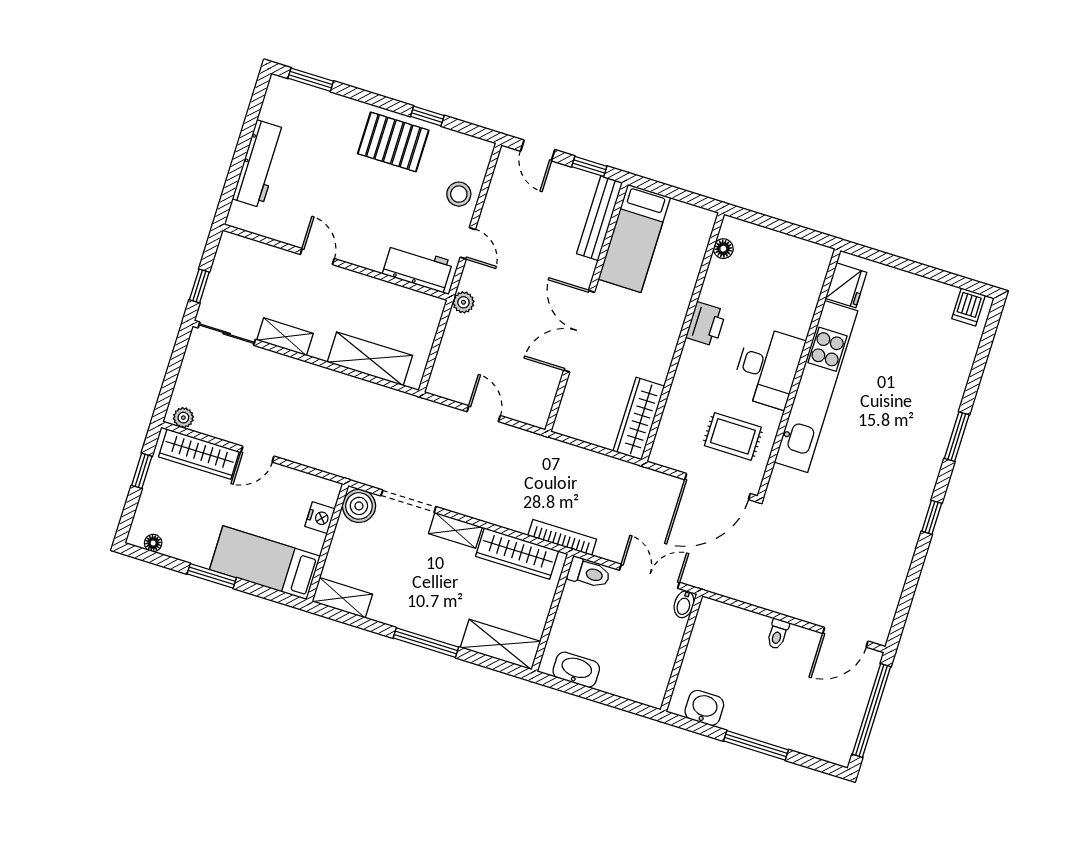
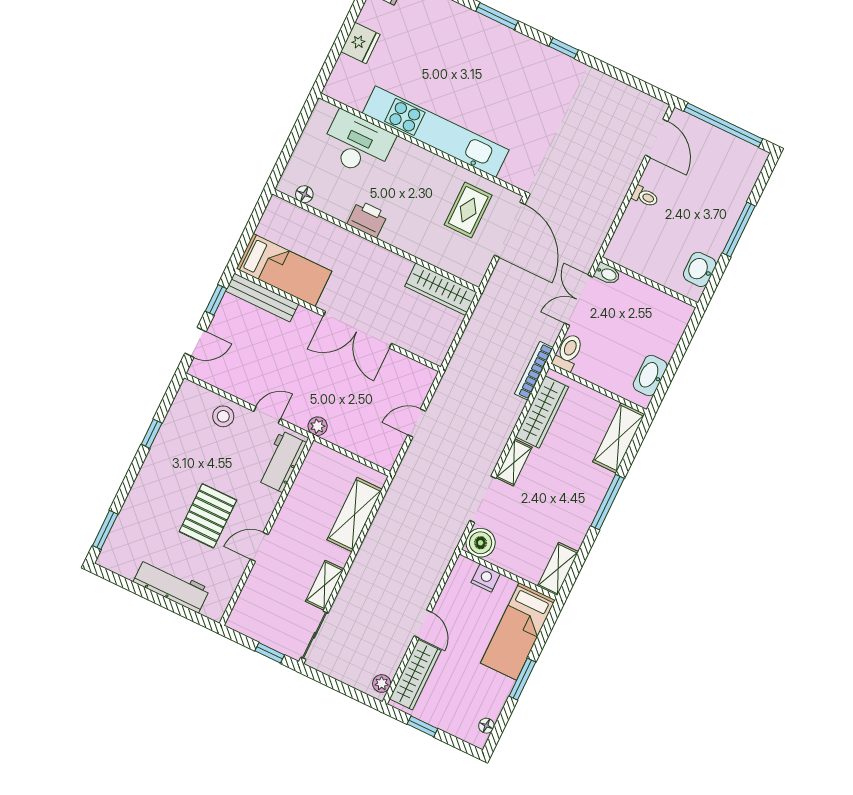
pallet: (393, 142) -> (208, 516), moved
fridge: (846, 285) -> (360, 43), moved, turned 90
desk: (768, 367) -> (357, 144), moved

